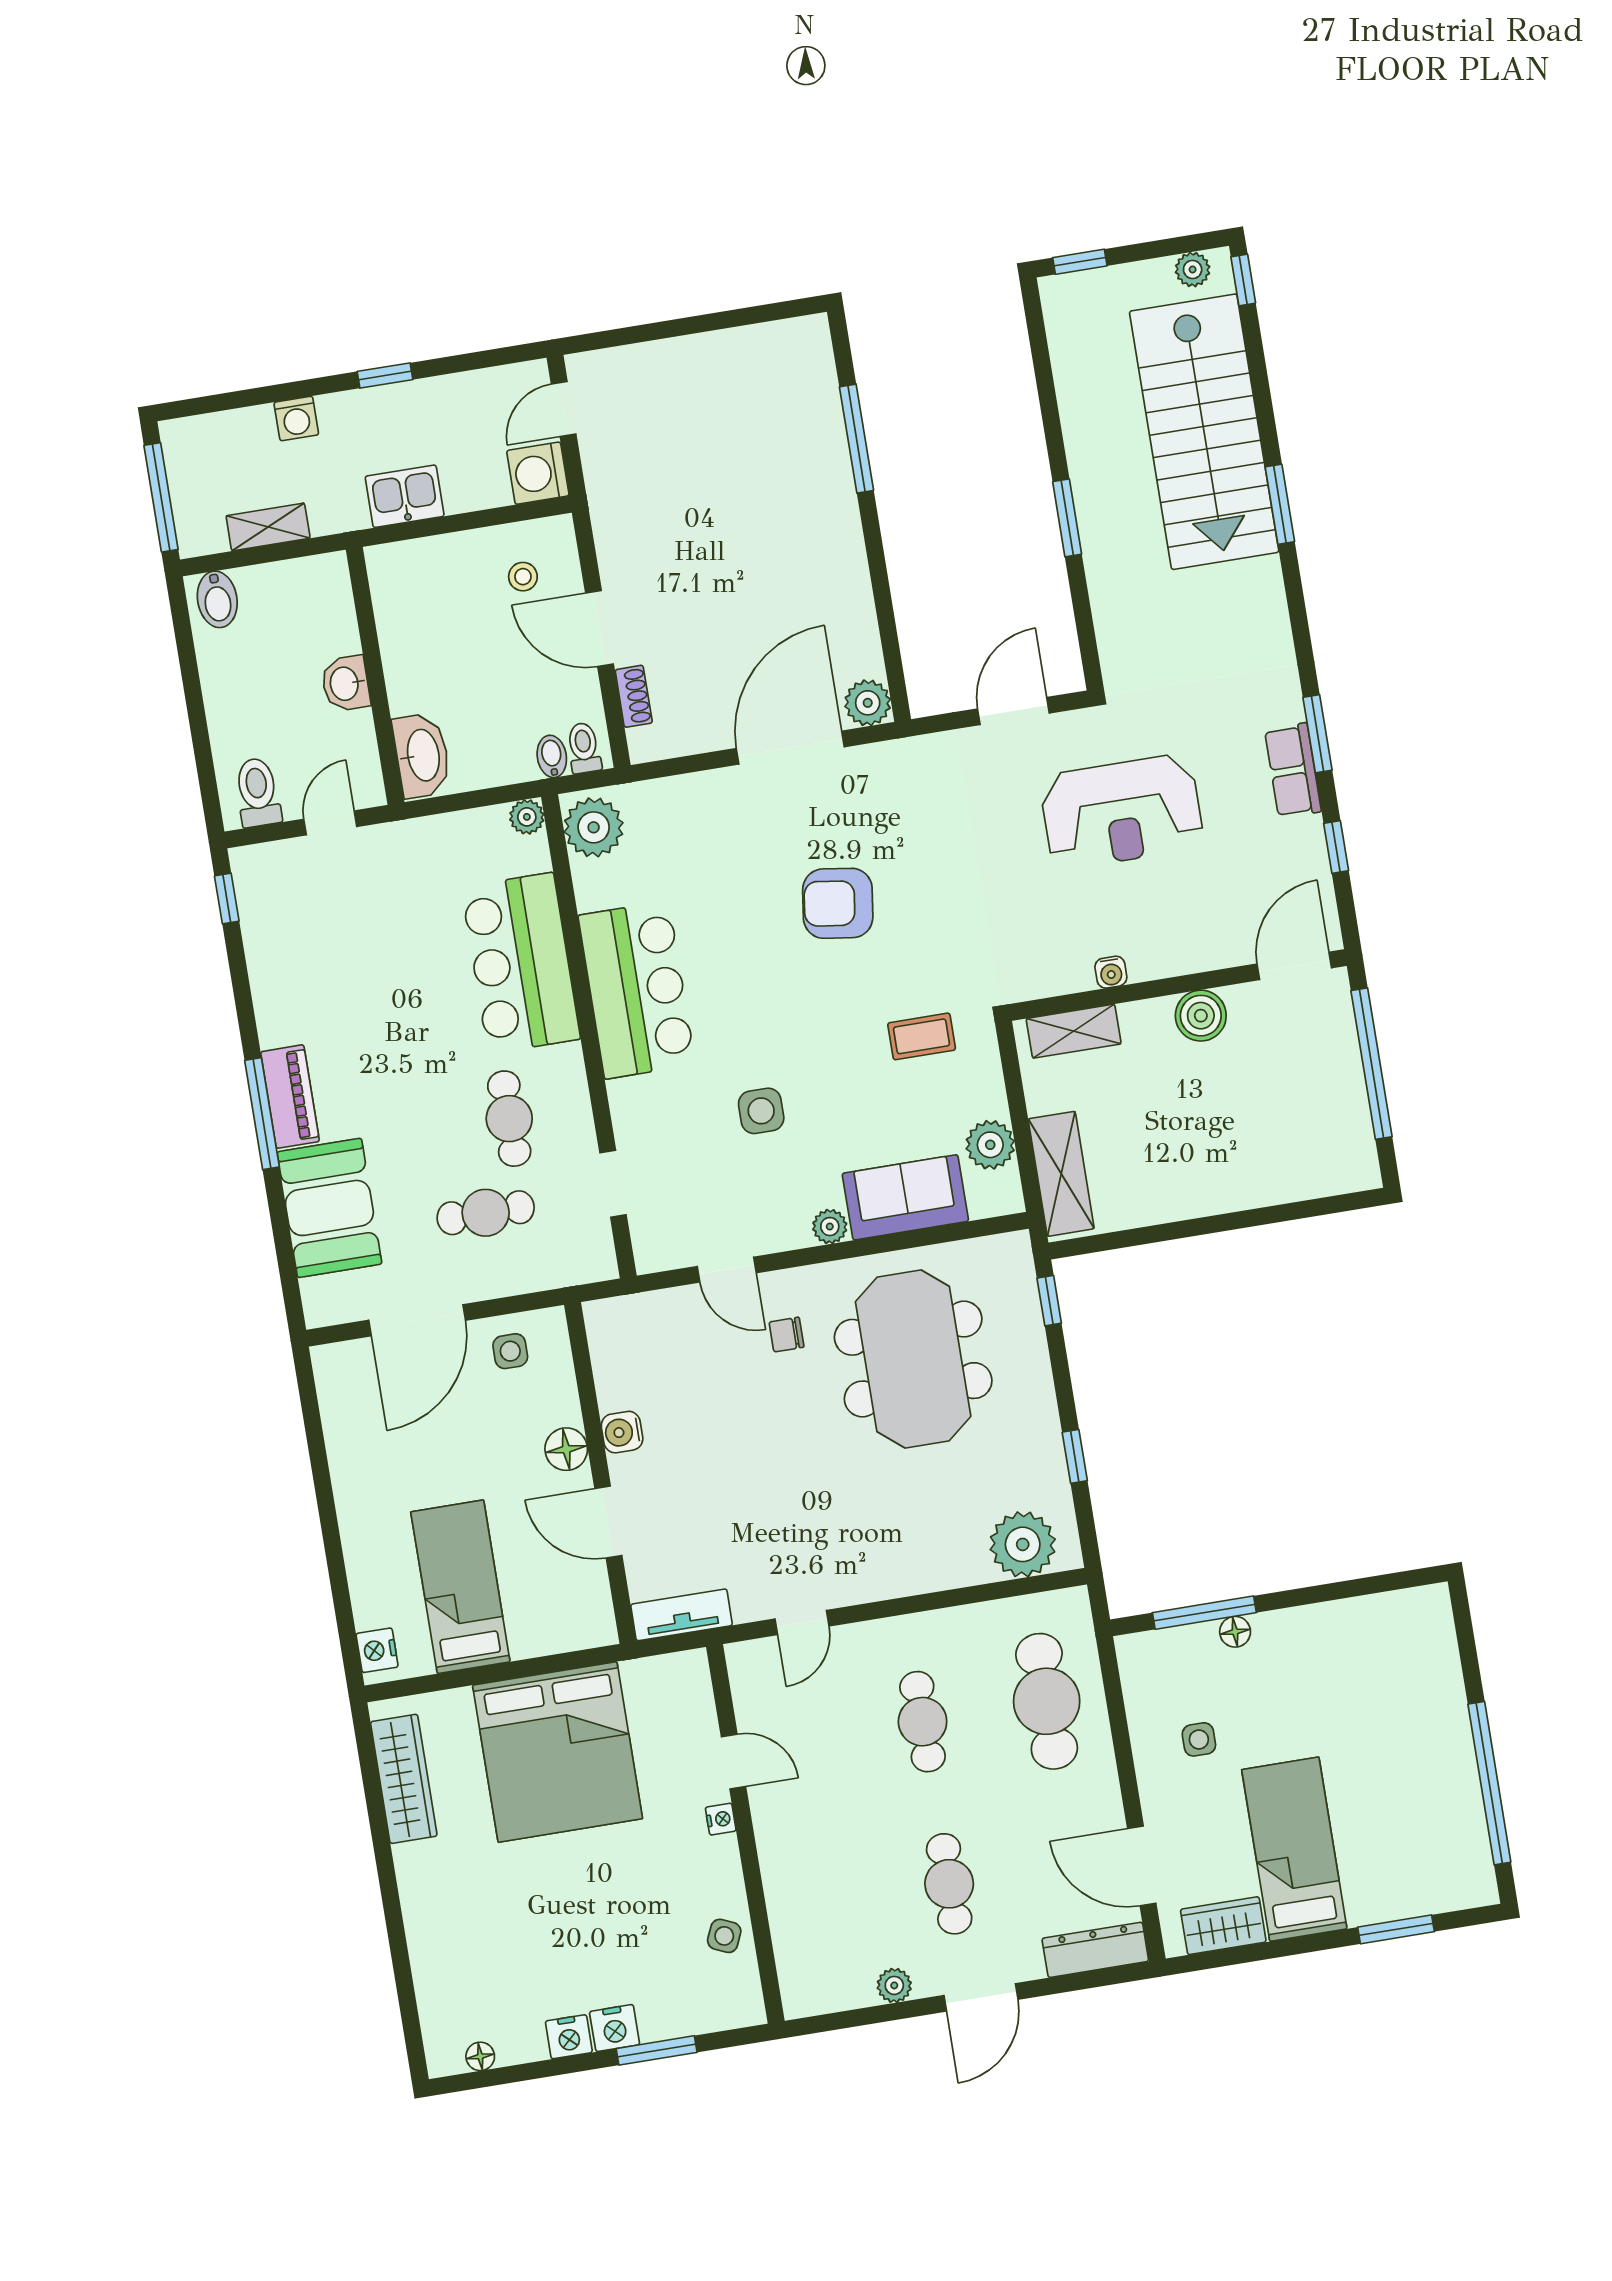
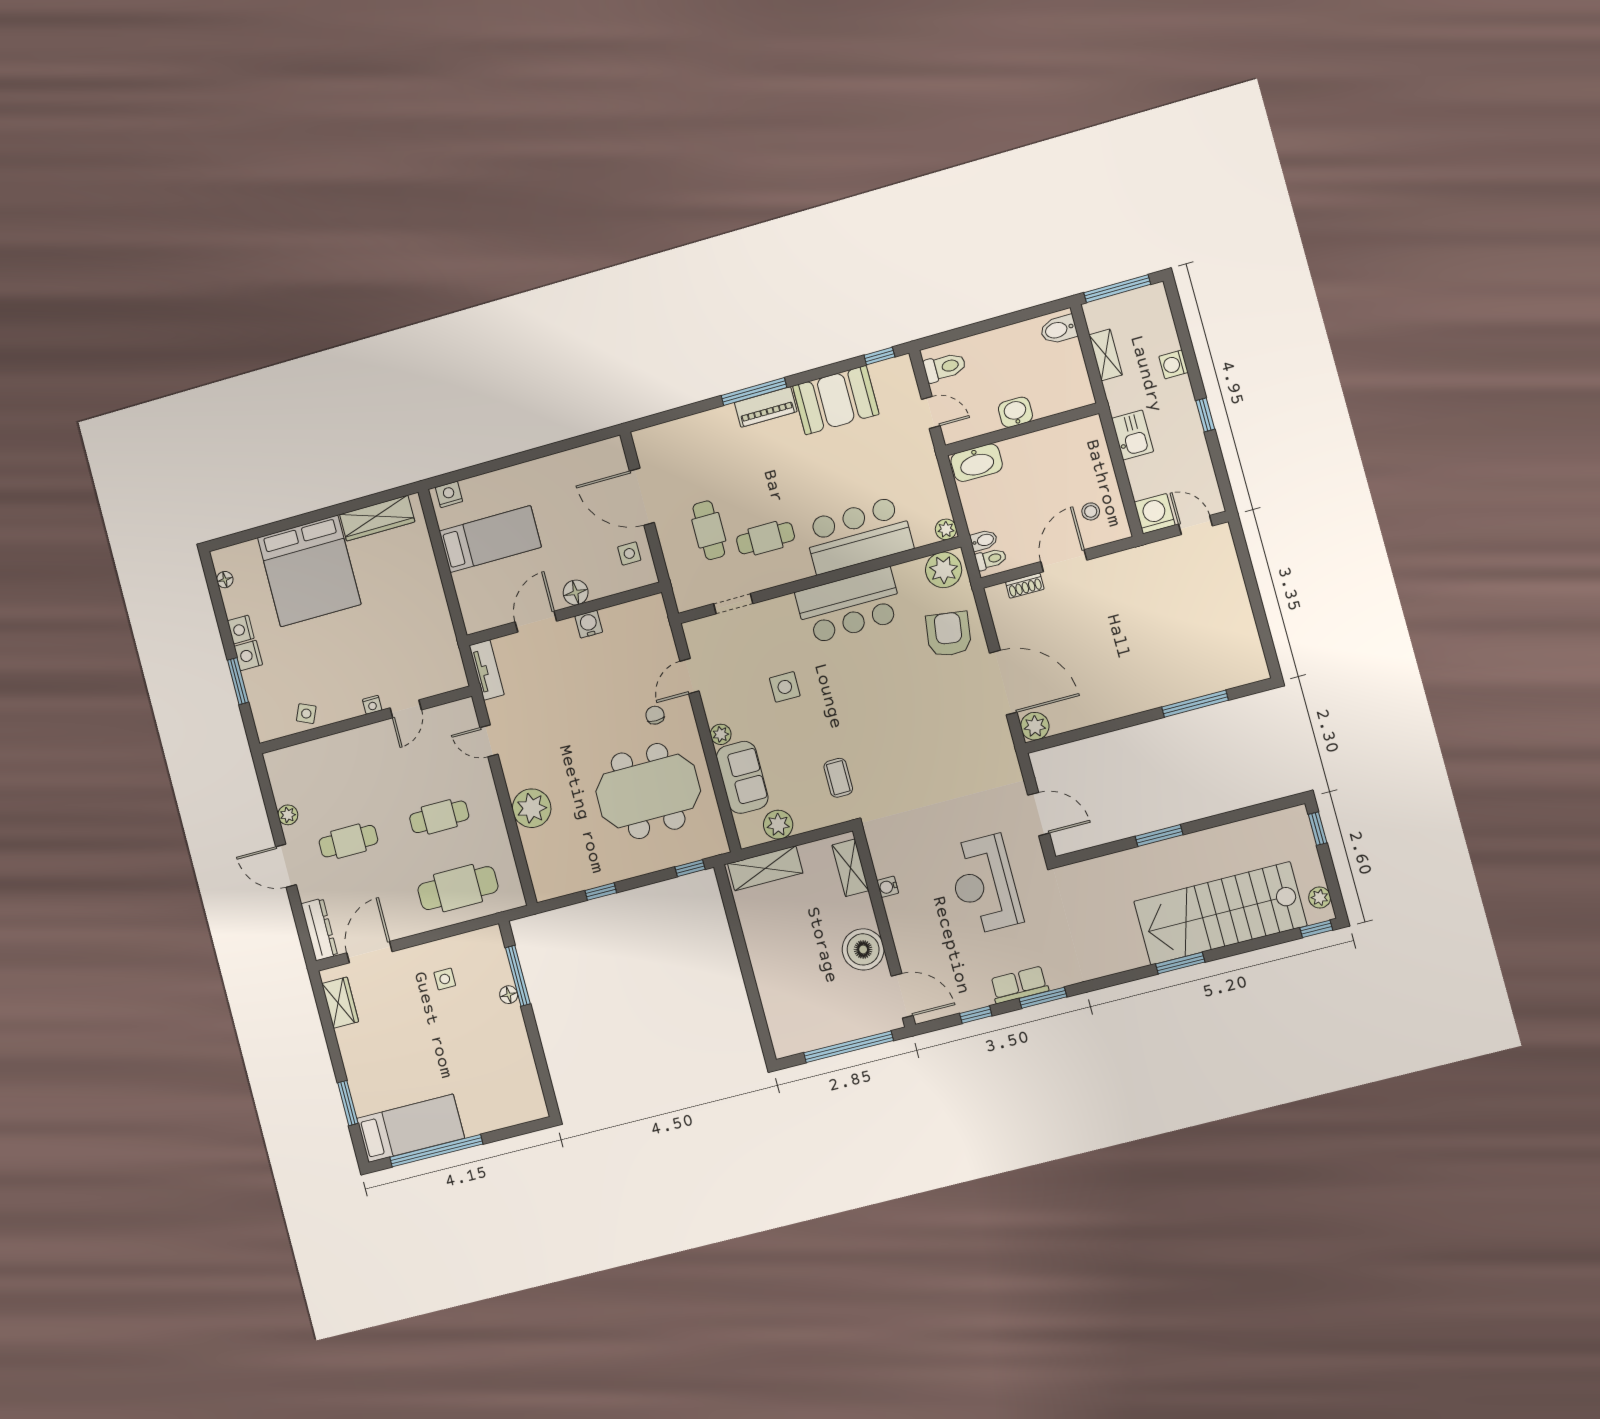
armchair: (838, 903) -> (949, 634), moved
boiler: (1201, 1016) -> (863, 949), width x1.37, depth x1.37
booth: (329, 1208) -> (836, 400), moved
plant: (1023, 1544) -> (532, 808), moved
bed: (558, 1752) -> (309, 571), moved, turned -90
bed: (1294, 1849) -> (411, 1128), moved

